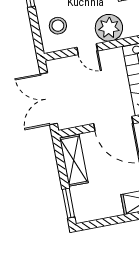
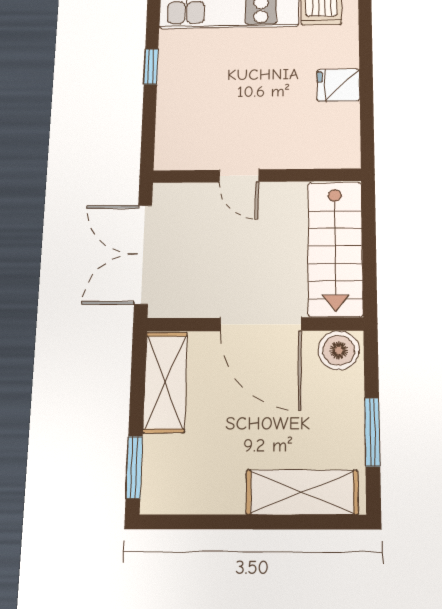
stool: (58, 26) -> (192, 125), removed
plant: (109, 28) -> (289, 145), removed

